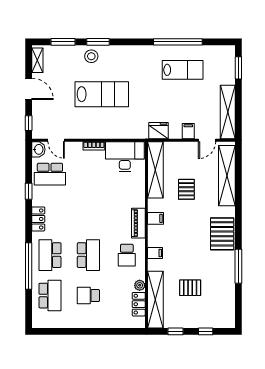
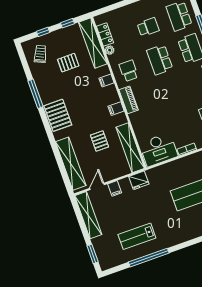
trolley: (217, 308) -> (40, 54), added

